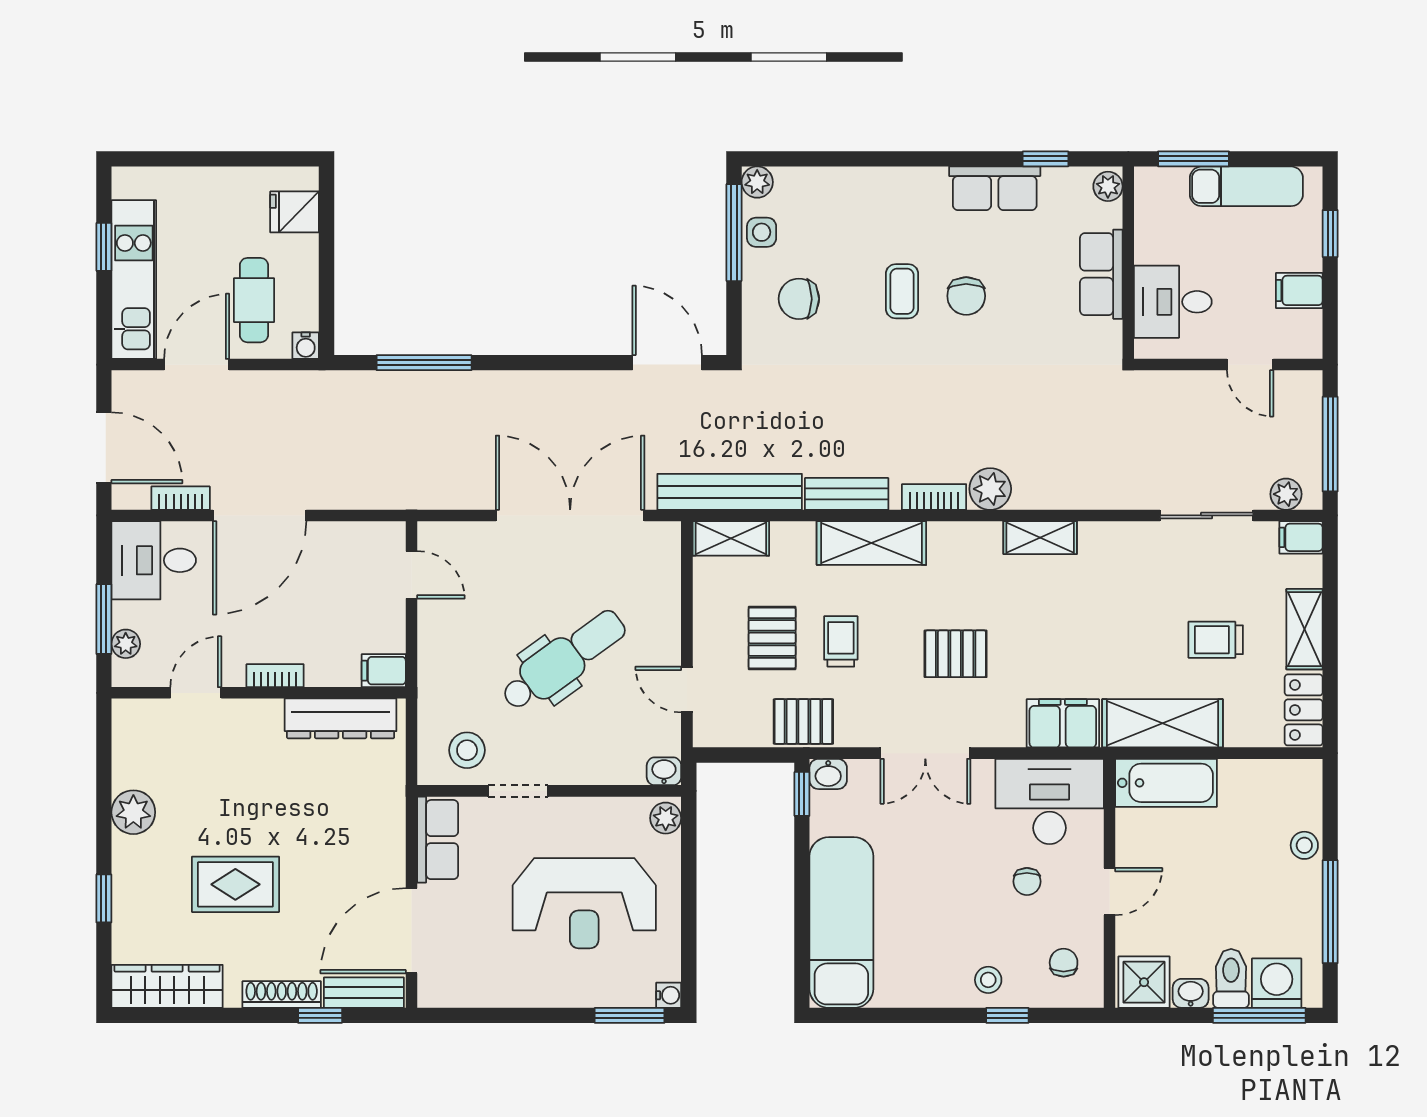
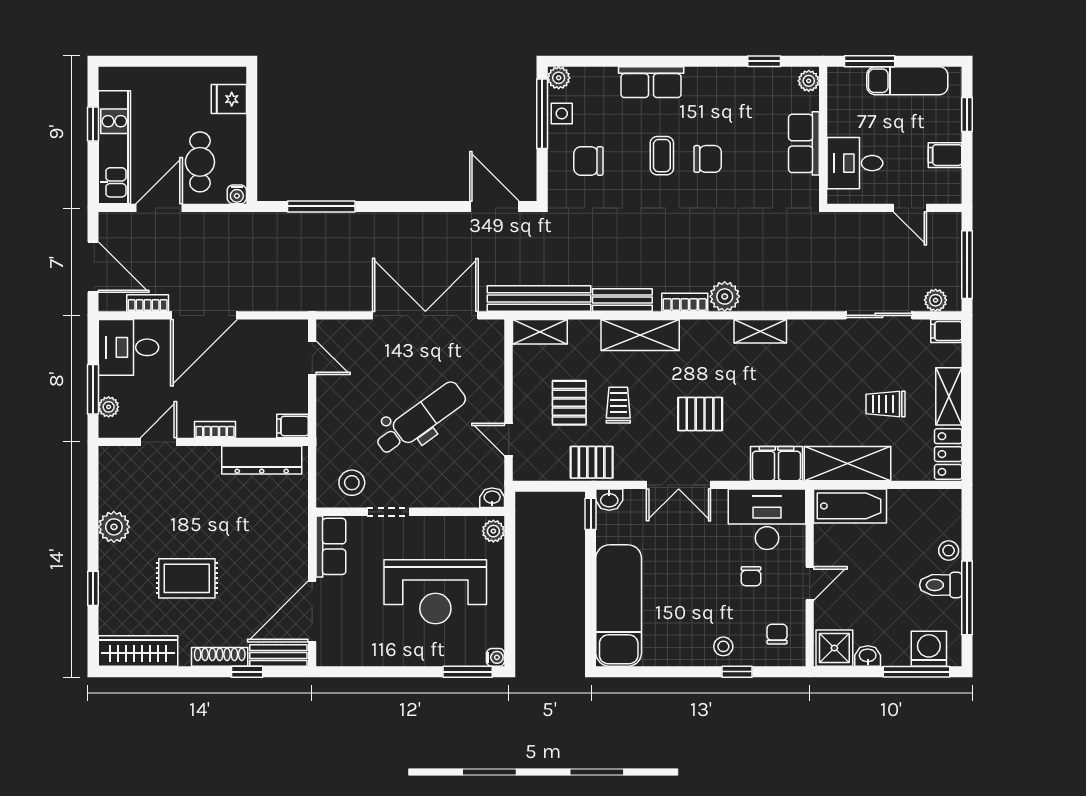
row of seats: (995, 188) -> (651, 82), moved
chair: (966, 296) -> (708, 159), turned -90
toilet: (1231, 978) -> (941, 585), moved, turned -90

